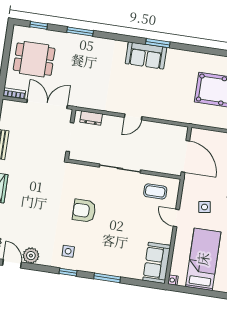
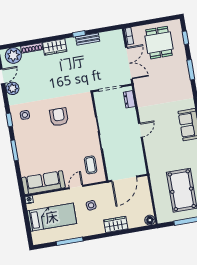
door: (133, 117) -> (140, 130), swing flipped
sofa: (157, 263) -> (43, 183), width x1.36

